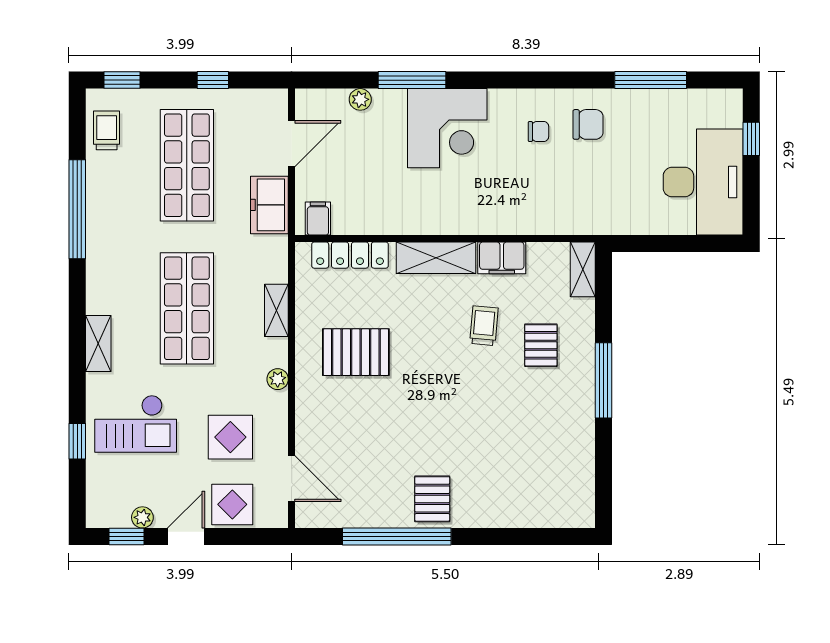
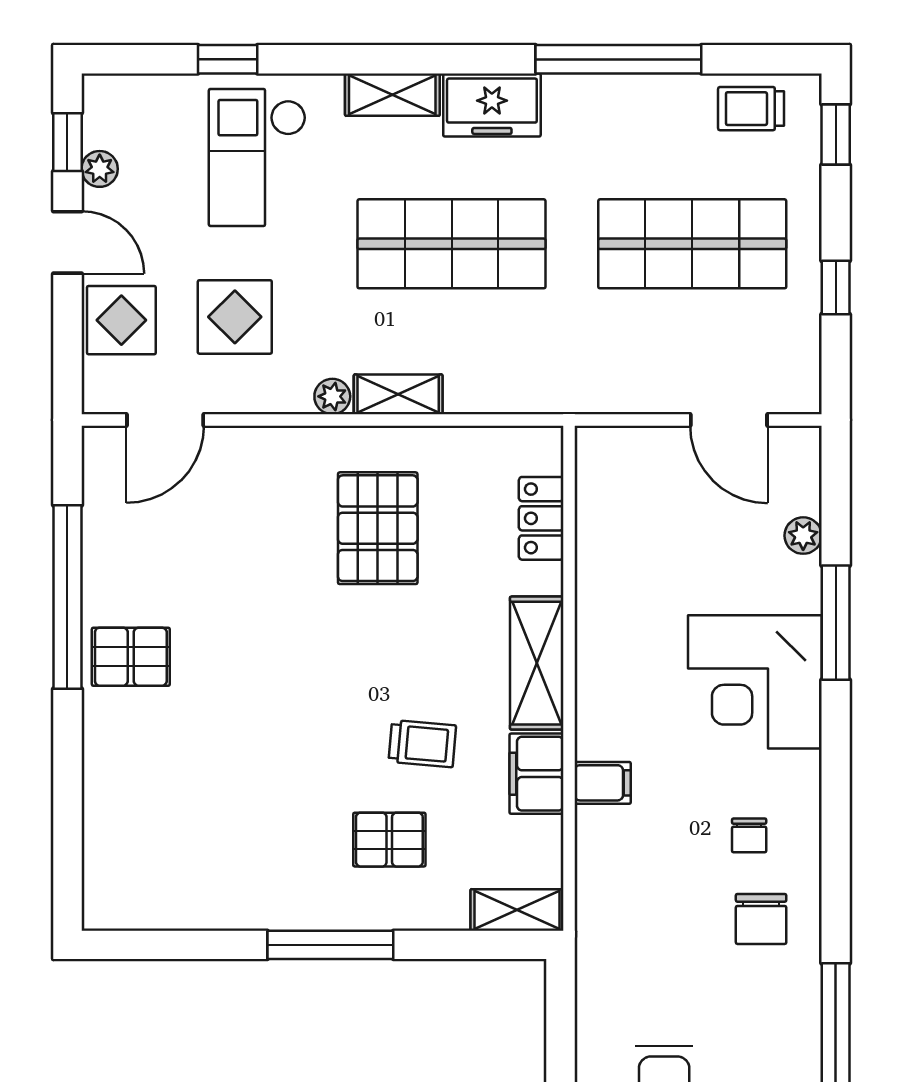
trolley: (107, 130) -> (751, 109), turned 180
freezer: (269, 205) -> (492, 105), moved, turned 180
filing cabinet: (318, 219) -> (603, 783), moved
locker: (350, 255) -> (541, 518), width x0.66
shelving: (276, 310) -> (398, 394), moved

